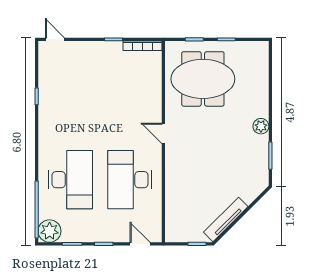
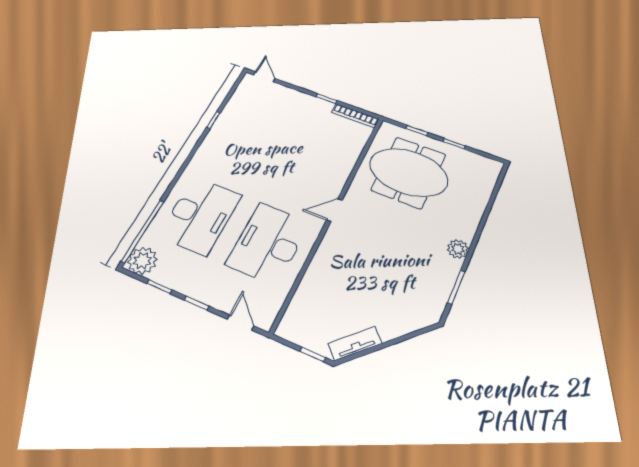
door: (163, 133) -> (334, 210), hinge flipped
tv unit: (226, 219) -> (355, 344), width x0.71

